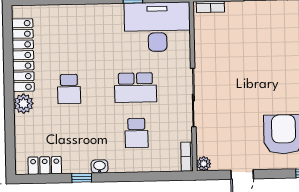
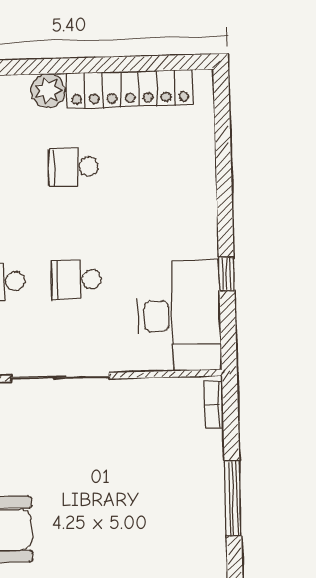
school desk: (136, 88) -> (76, 279), width x0.54

